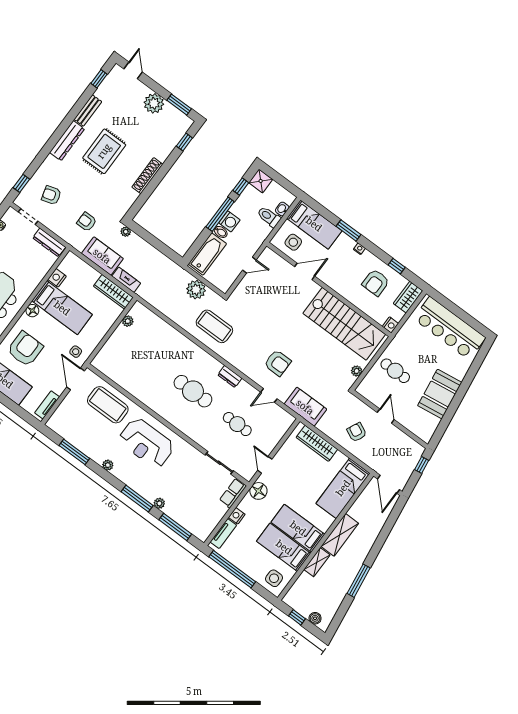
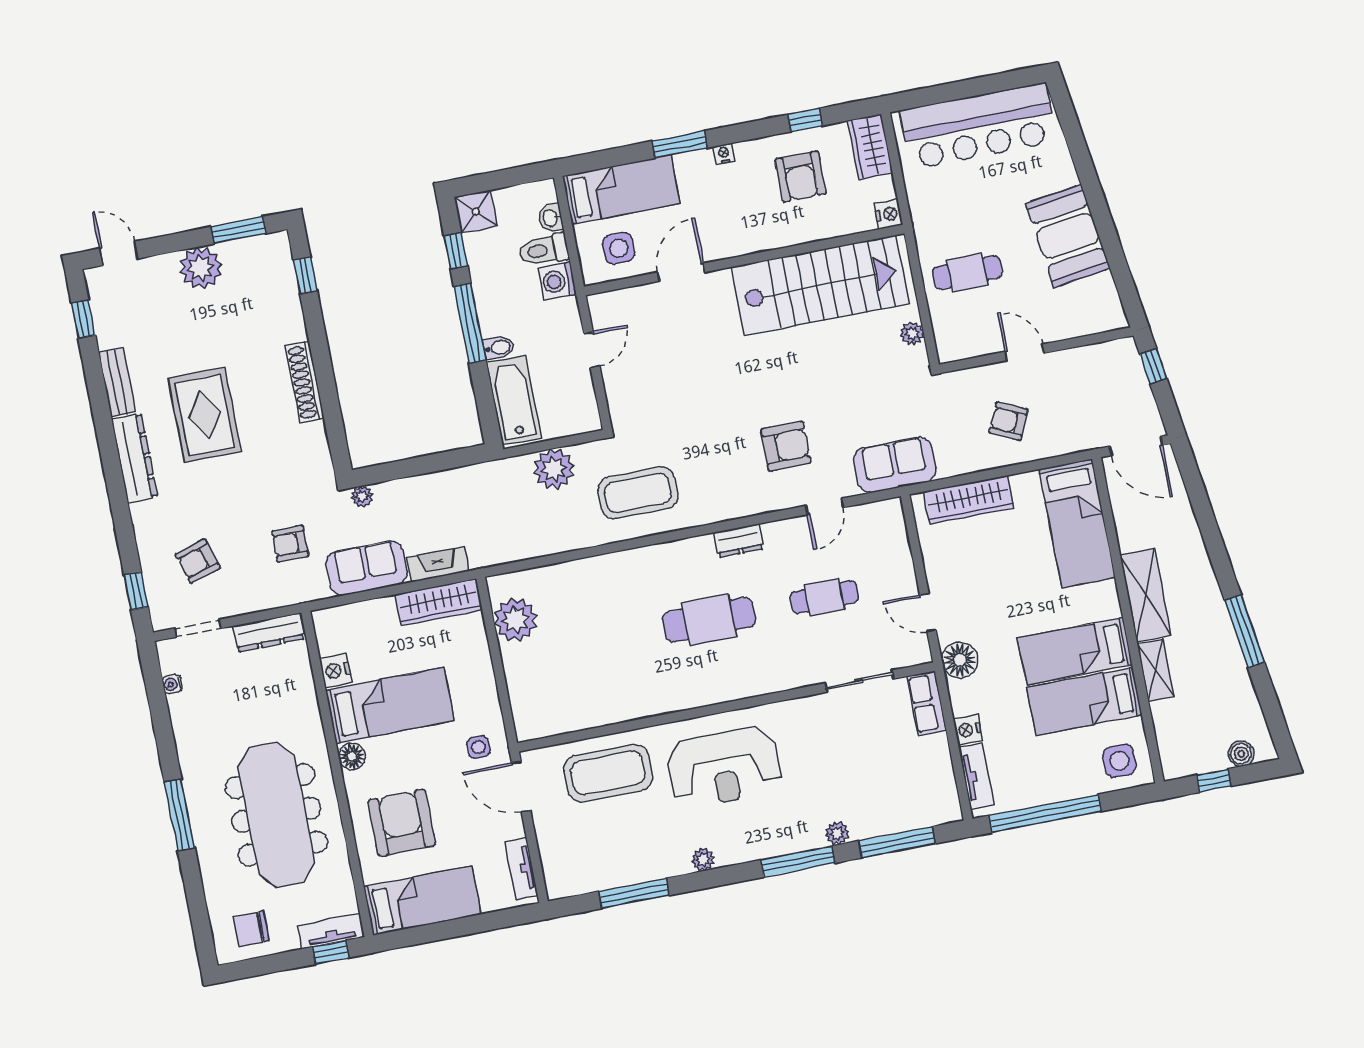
washing machine: (229, 221) -> (557, 281), moved, turned 180
plant: (128, 321) -> (515, 620), width x1.87, depth x1.87

